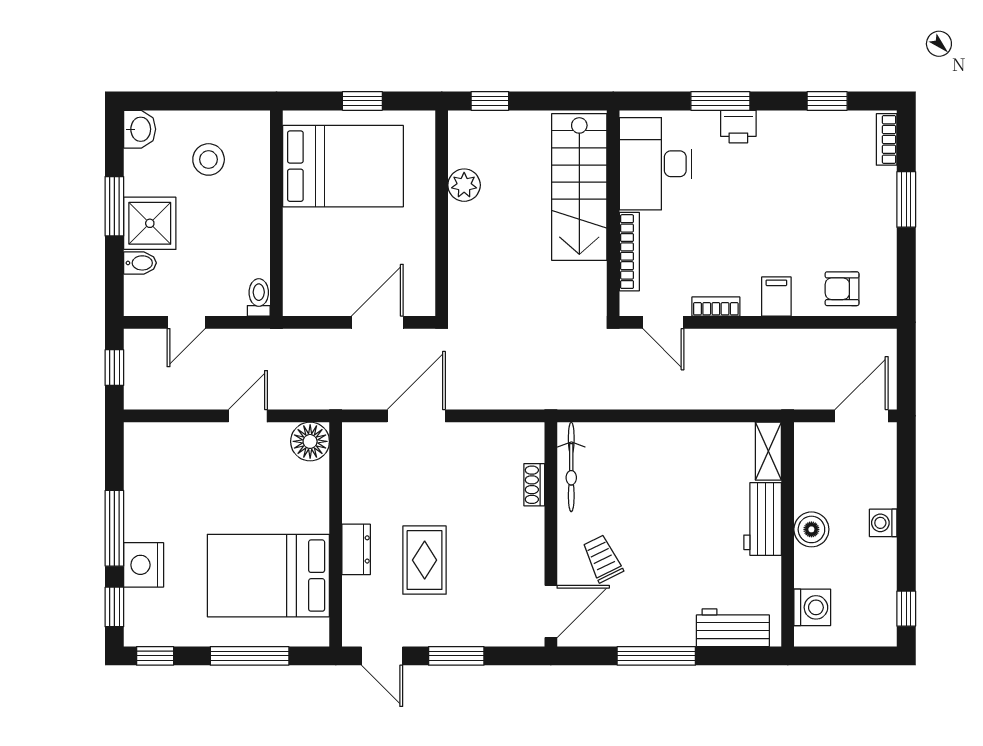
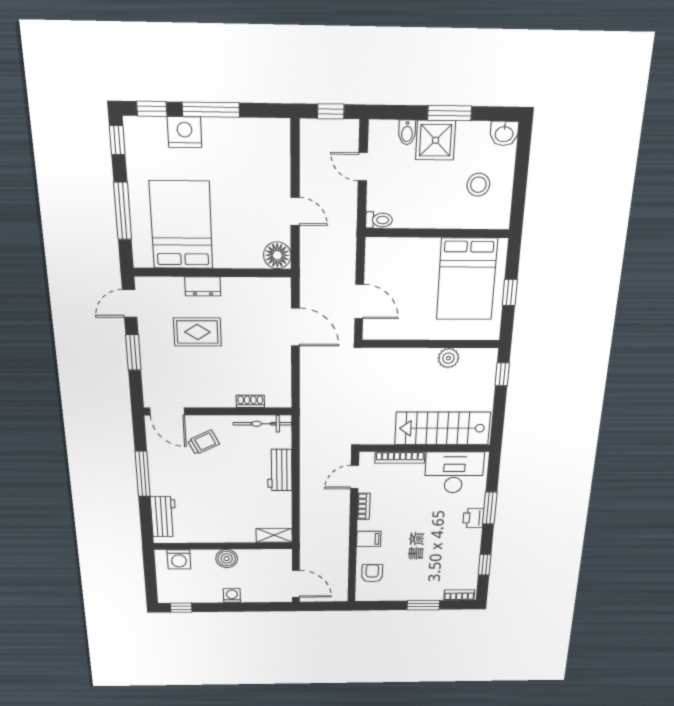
workbench: (763, 519) -> (280, 470), moved, turned -90

